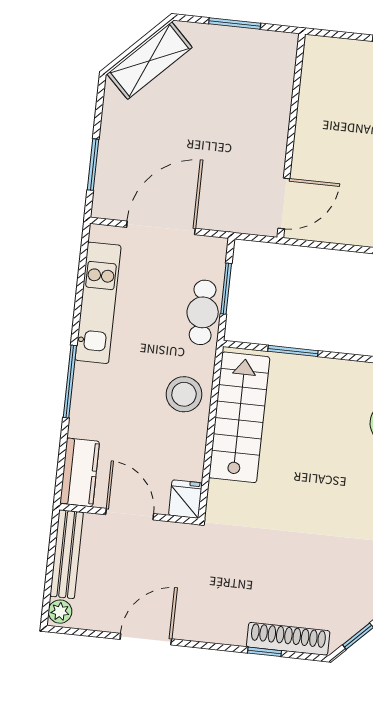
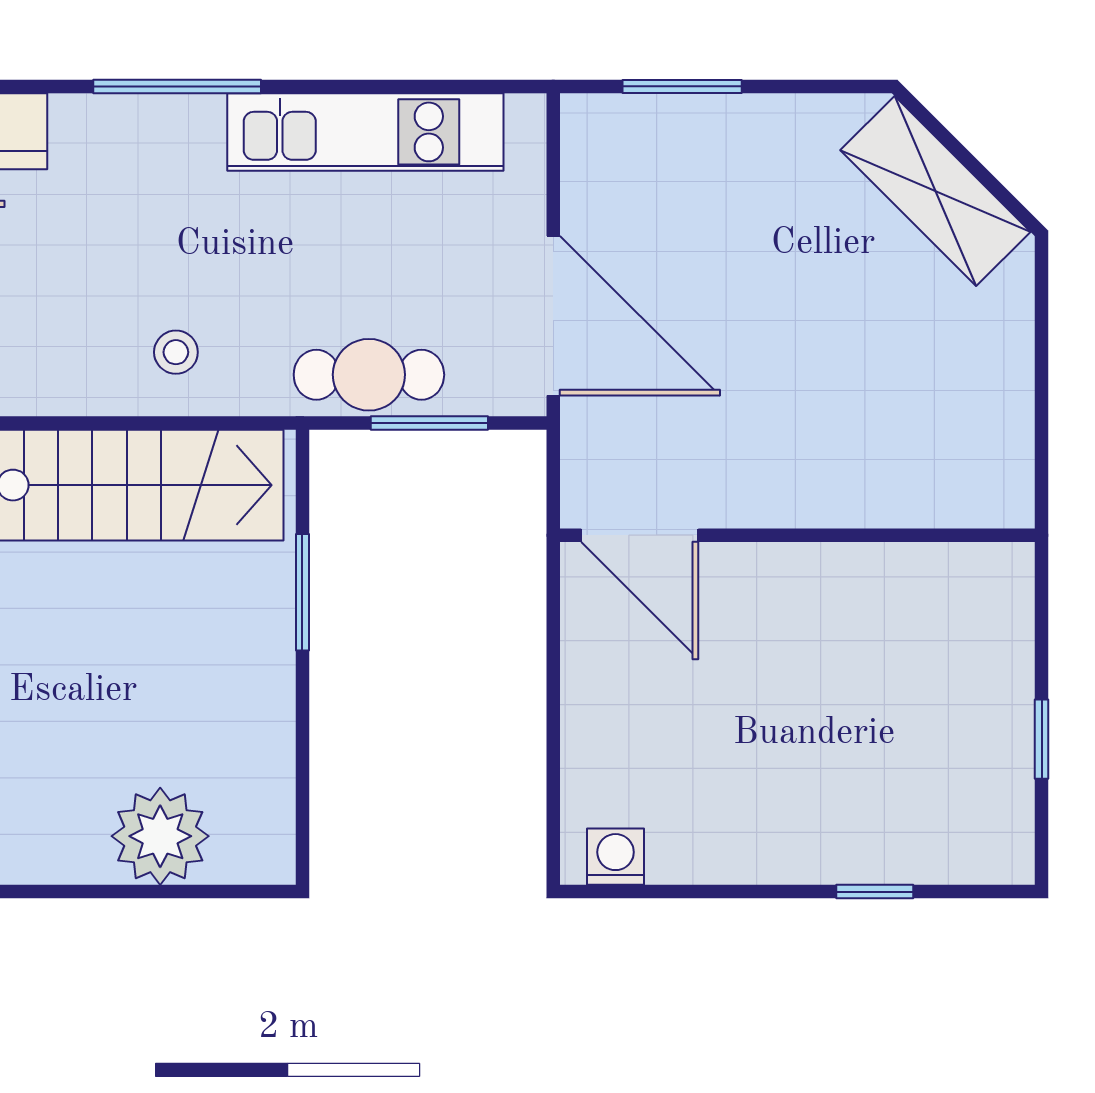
window: (235, 24) -> (1042, 378), removed
door: (161, 228) -> (553, 316), moved
stool: (184, 394) -> (176, 352), width x0.53, depth x0.53

